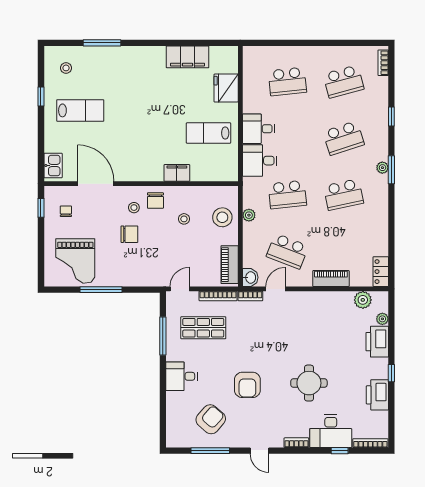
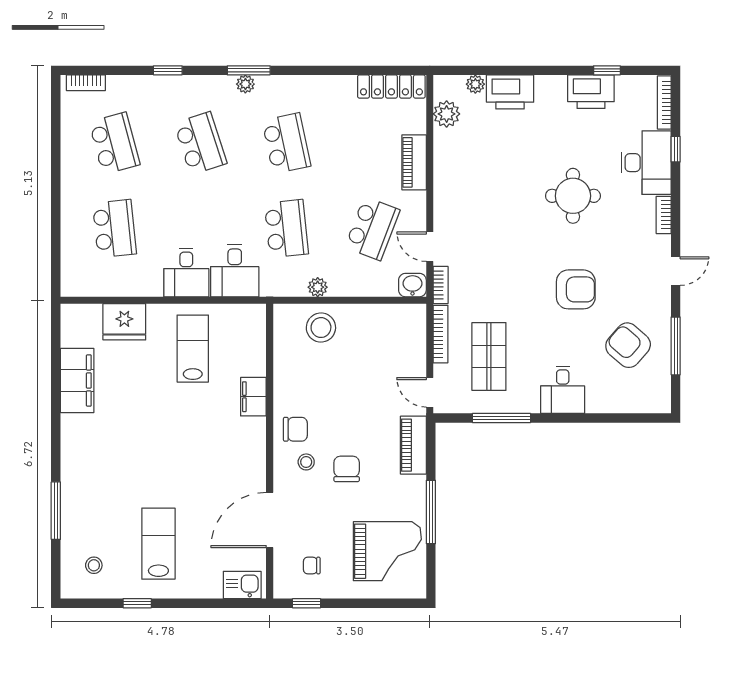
lab bench: (208, 133) -> (193, 349), turned 180
stool: (184, 219) -> (323, 386), removed
piano: (230, 265) -> (413, 445), moved, turned 90
locker: (381, 272) -> (391, 87), width x1.53
window: (391, 373) -> (607, 70), moved

